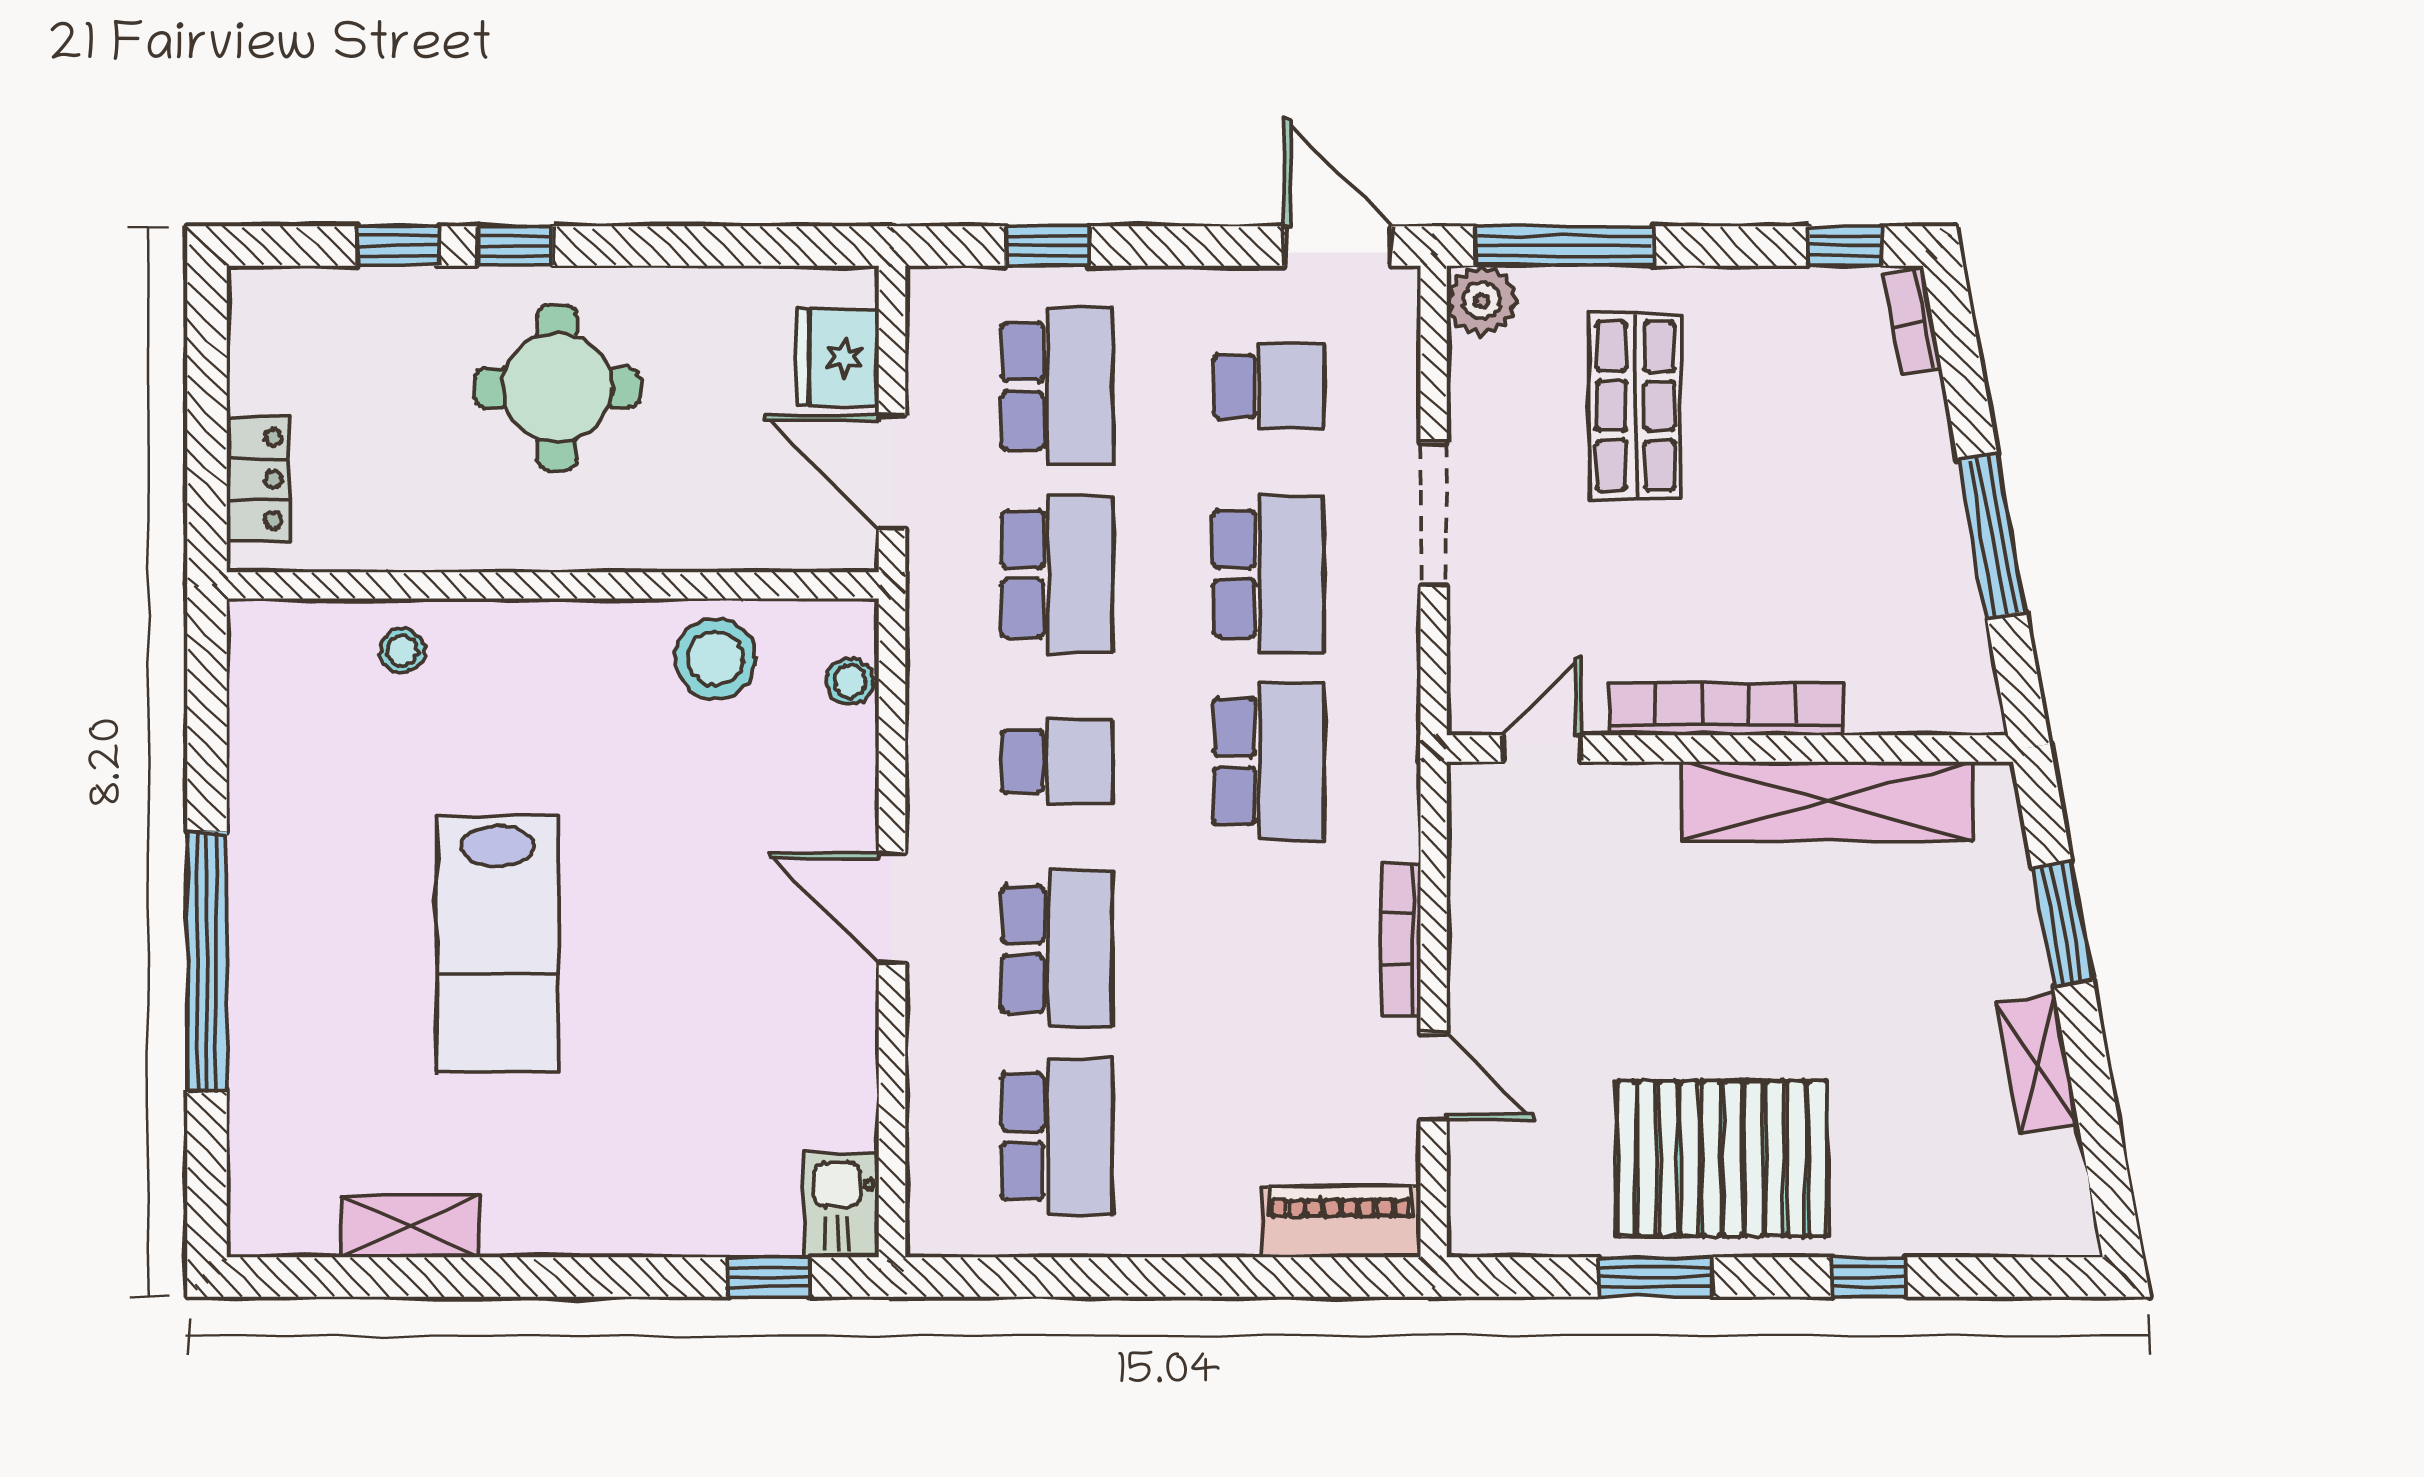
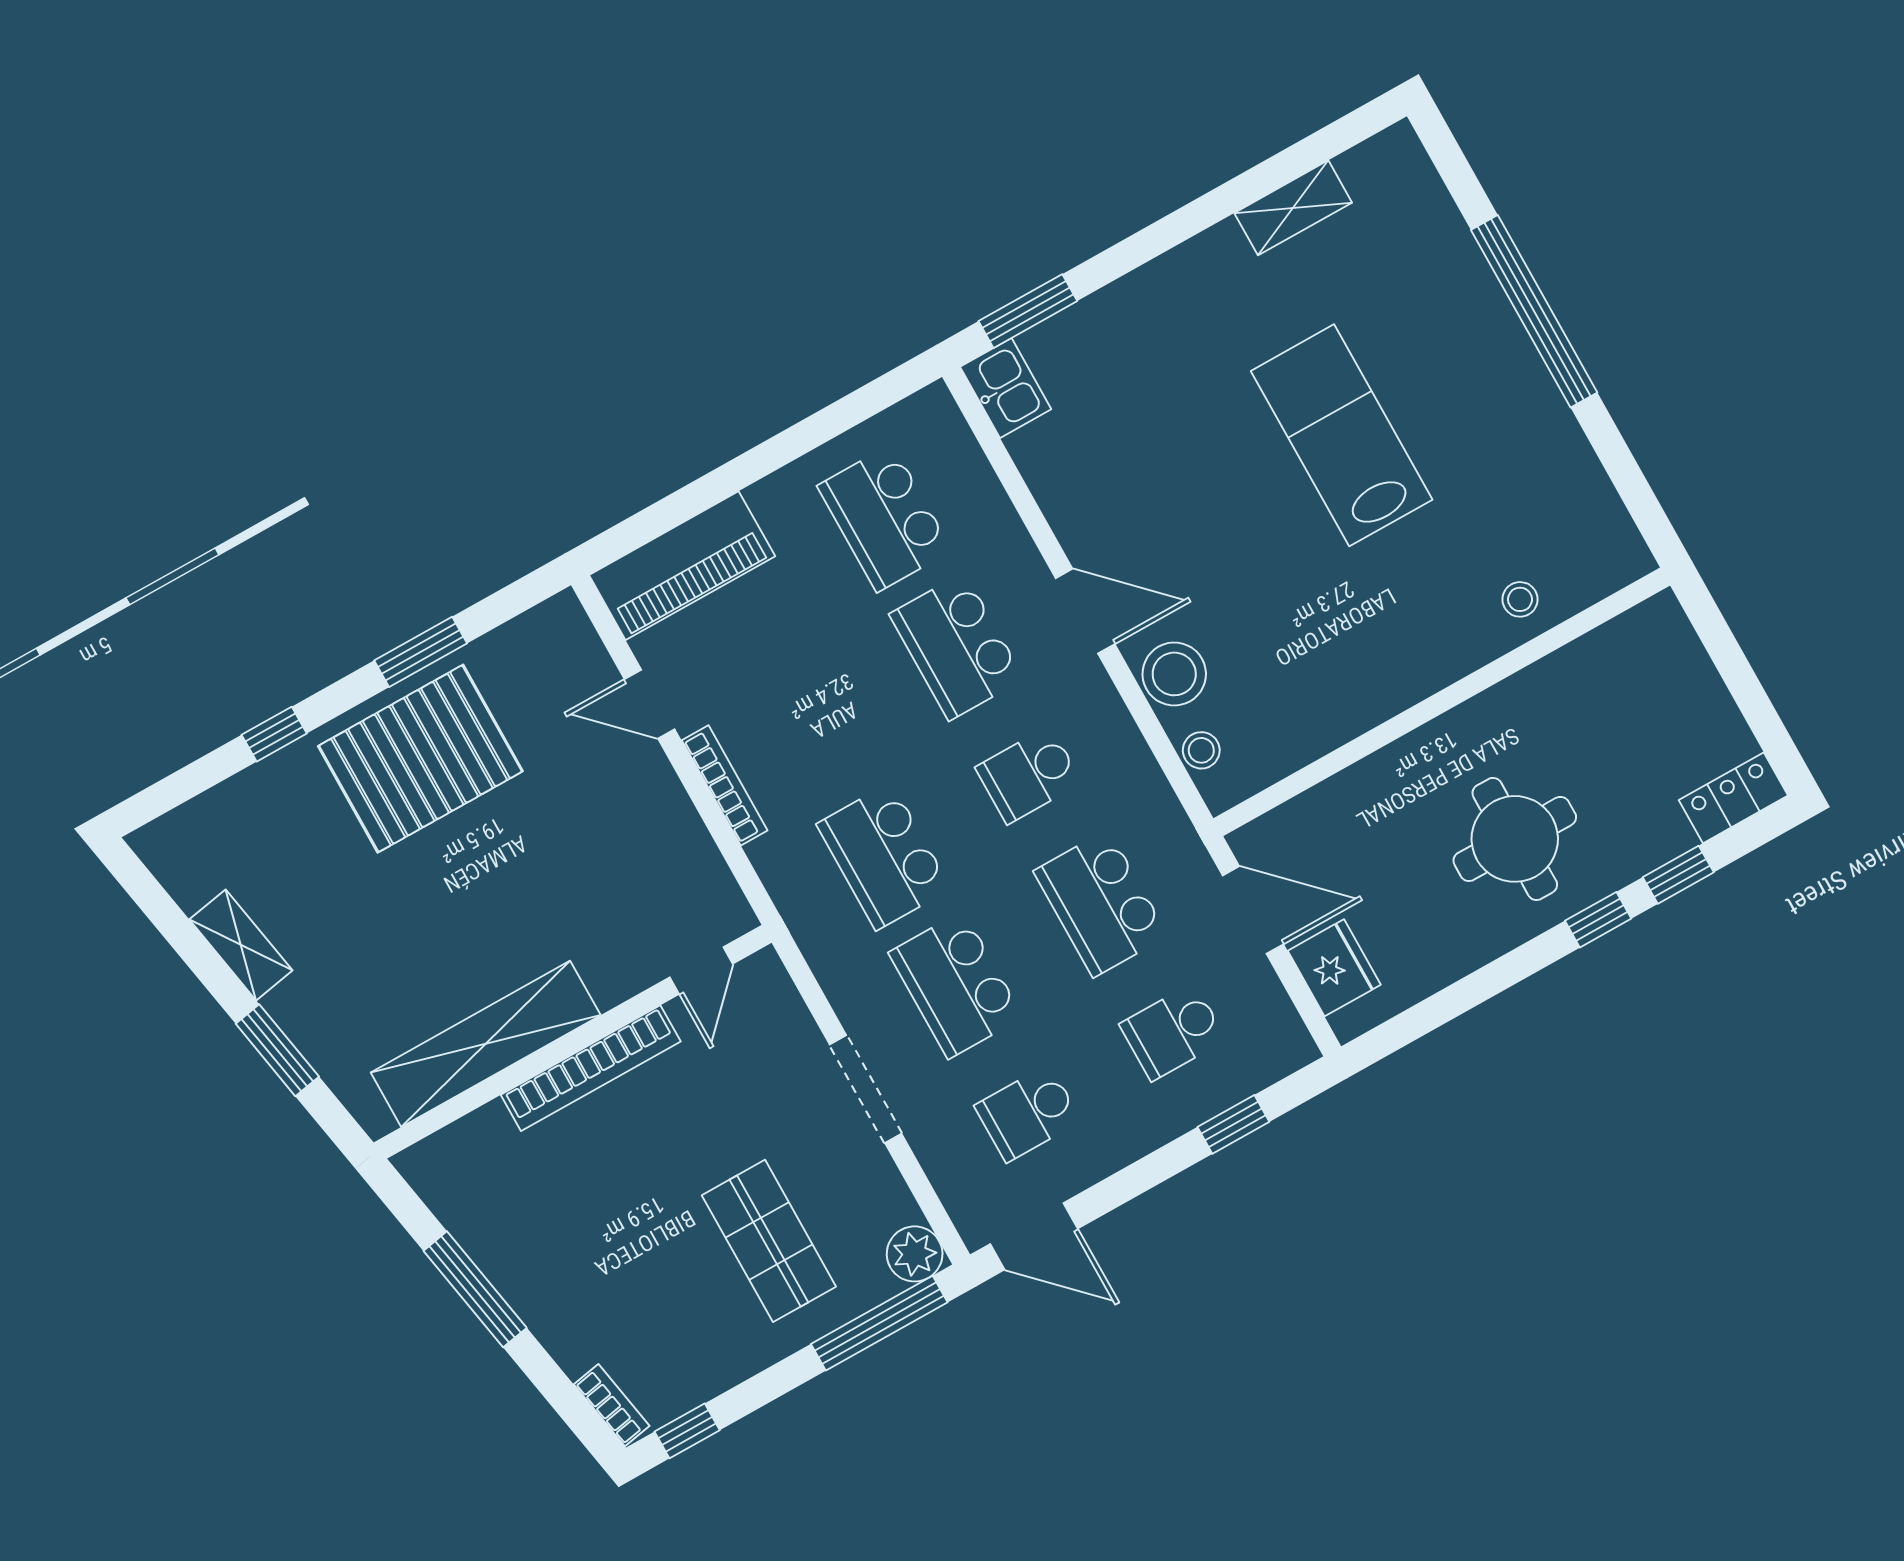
school desk: (1057, 386) -> (1173, 1032), width x0.54
locker: (258, 479) -> (1733, 798), moved, turned 90
stool: (715, 658) -> (1174, 674), moved
piano: (1340, 1222) -> (682, 566), width x1.37, depth x1.33
window: (769, 1277) -> (1028, 311), width x1.50

